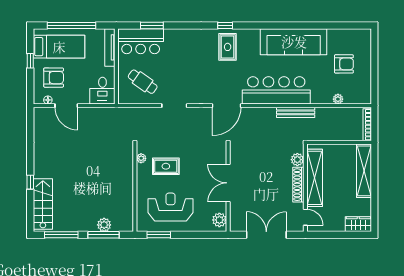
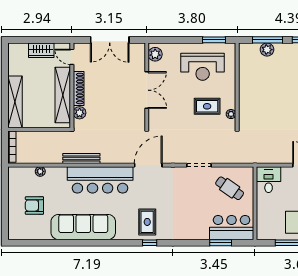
tv unit: (110, 47) -> (261, 222), removed
wardrobe: (358, 224) -> (41, 50), moved

